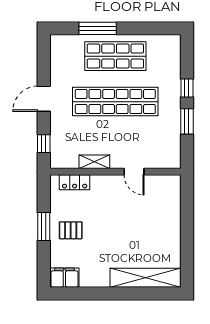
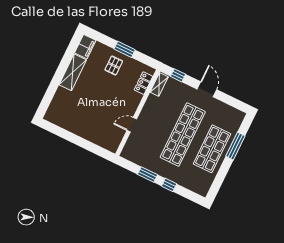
shelving: (94, 162) -> (159, 85), moved
shelving: (145, 278) -> (73, 72), moved, width x0.68

